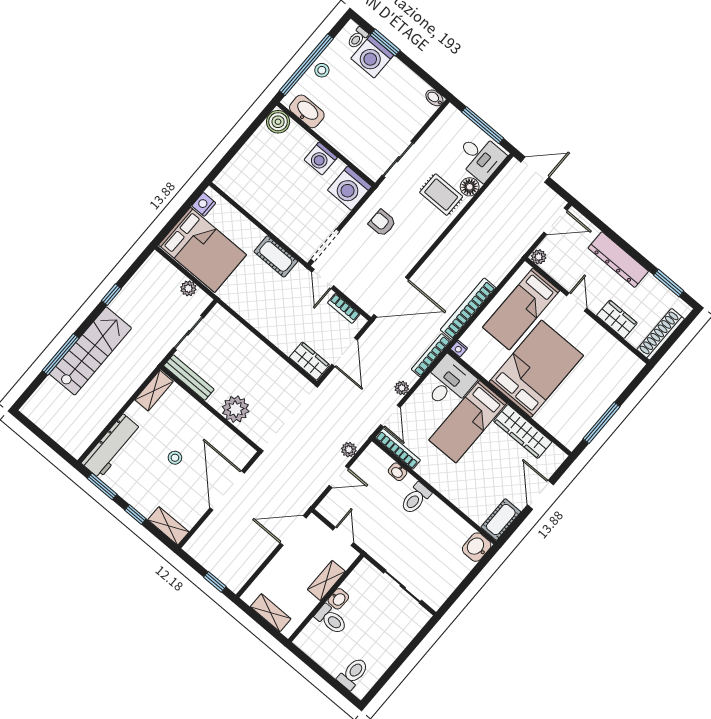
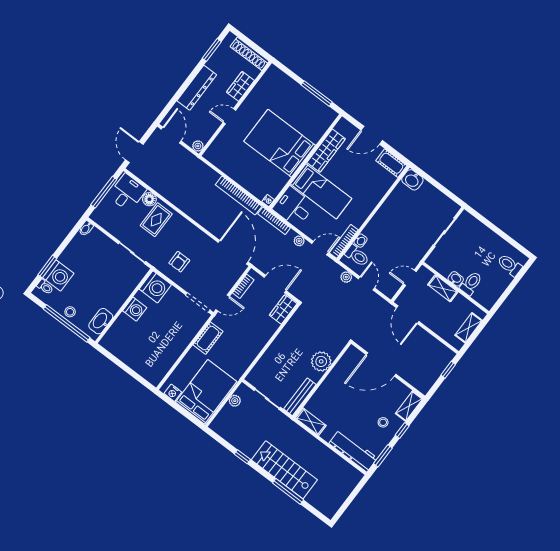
boiler: (278, 122) -> (109, 342), removed
bed: (521, 309) -> (237, 157), removed
stool: (175, 458) -> (383, 422), moved
toilet: (416, 498) -> (357, 256), moved

